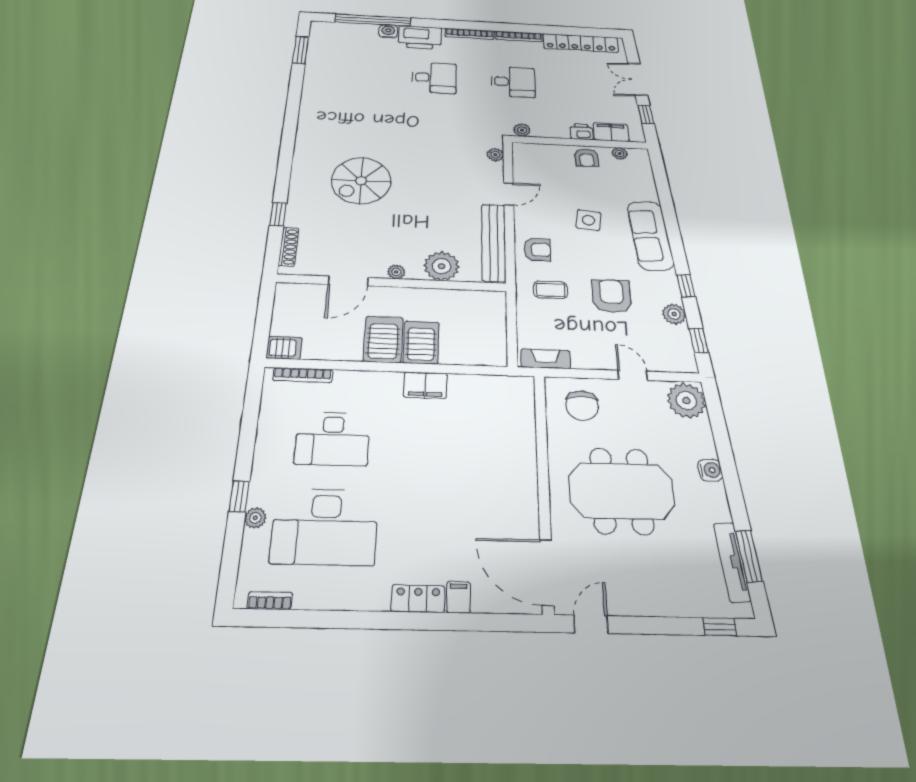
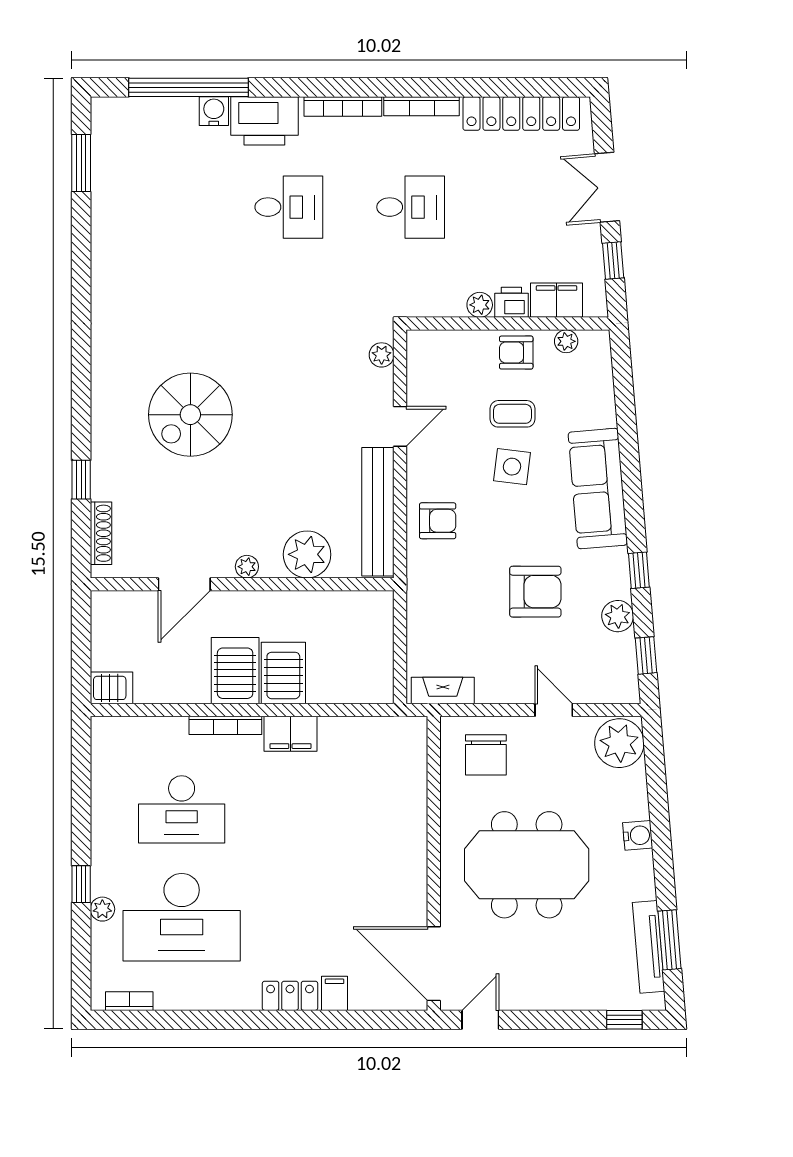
plant: (522, 130) -> (480, 305), moved
armchair: (587, 158) -> (516, 353), turned 93
coffee table: (550, 290) -> (513, 414), moved
armchair: (612, 296) -> (535, 592), turned 90
bookcase: (303, 375) -> (225, 725), moved

